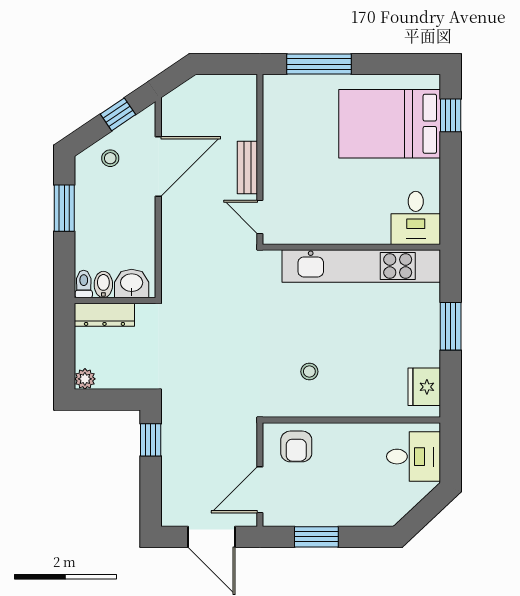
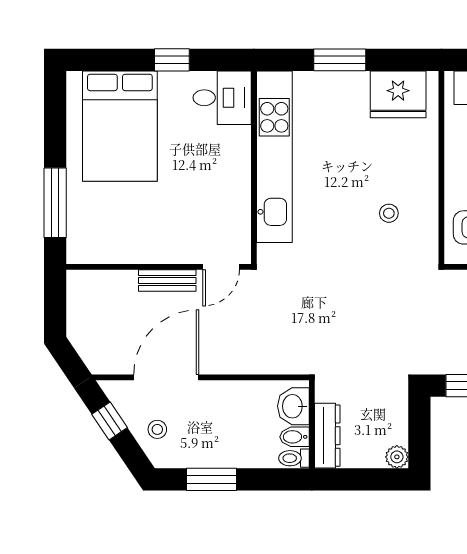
window: (451, 115) -> (172, 60), moved
door: (158, 166) -> (166, 377), hinge flipped
fridge: (424, 387) -> (398, 94), width x1.36, depth x1.34

